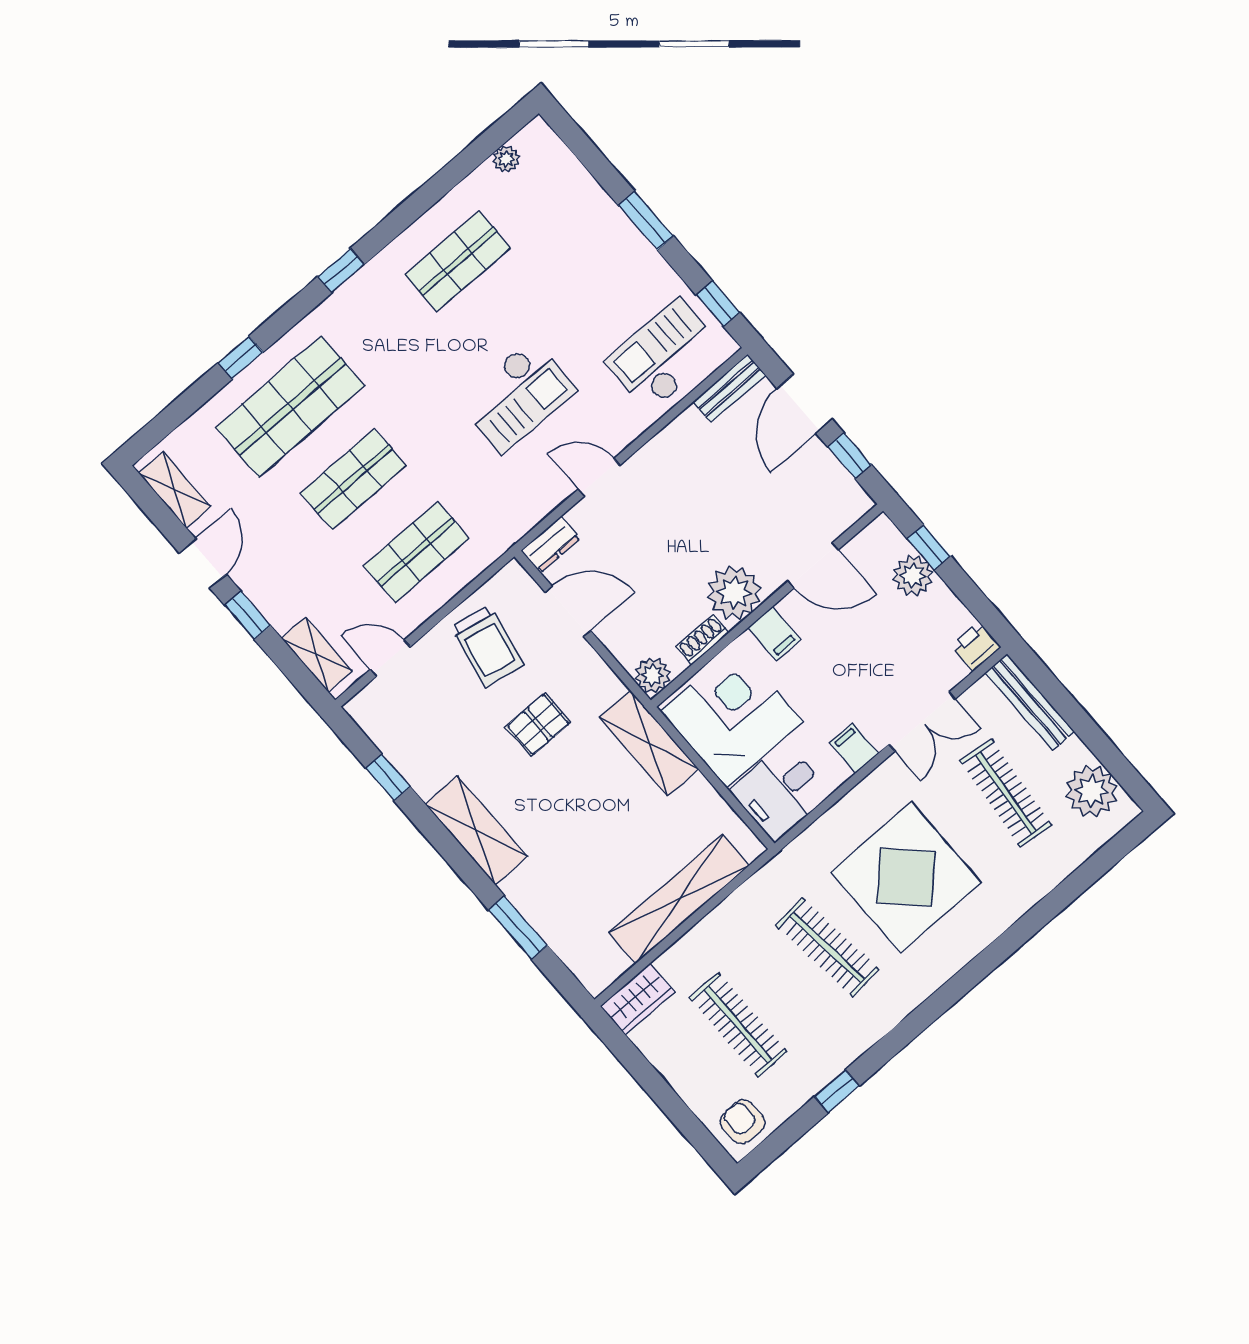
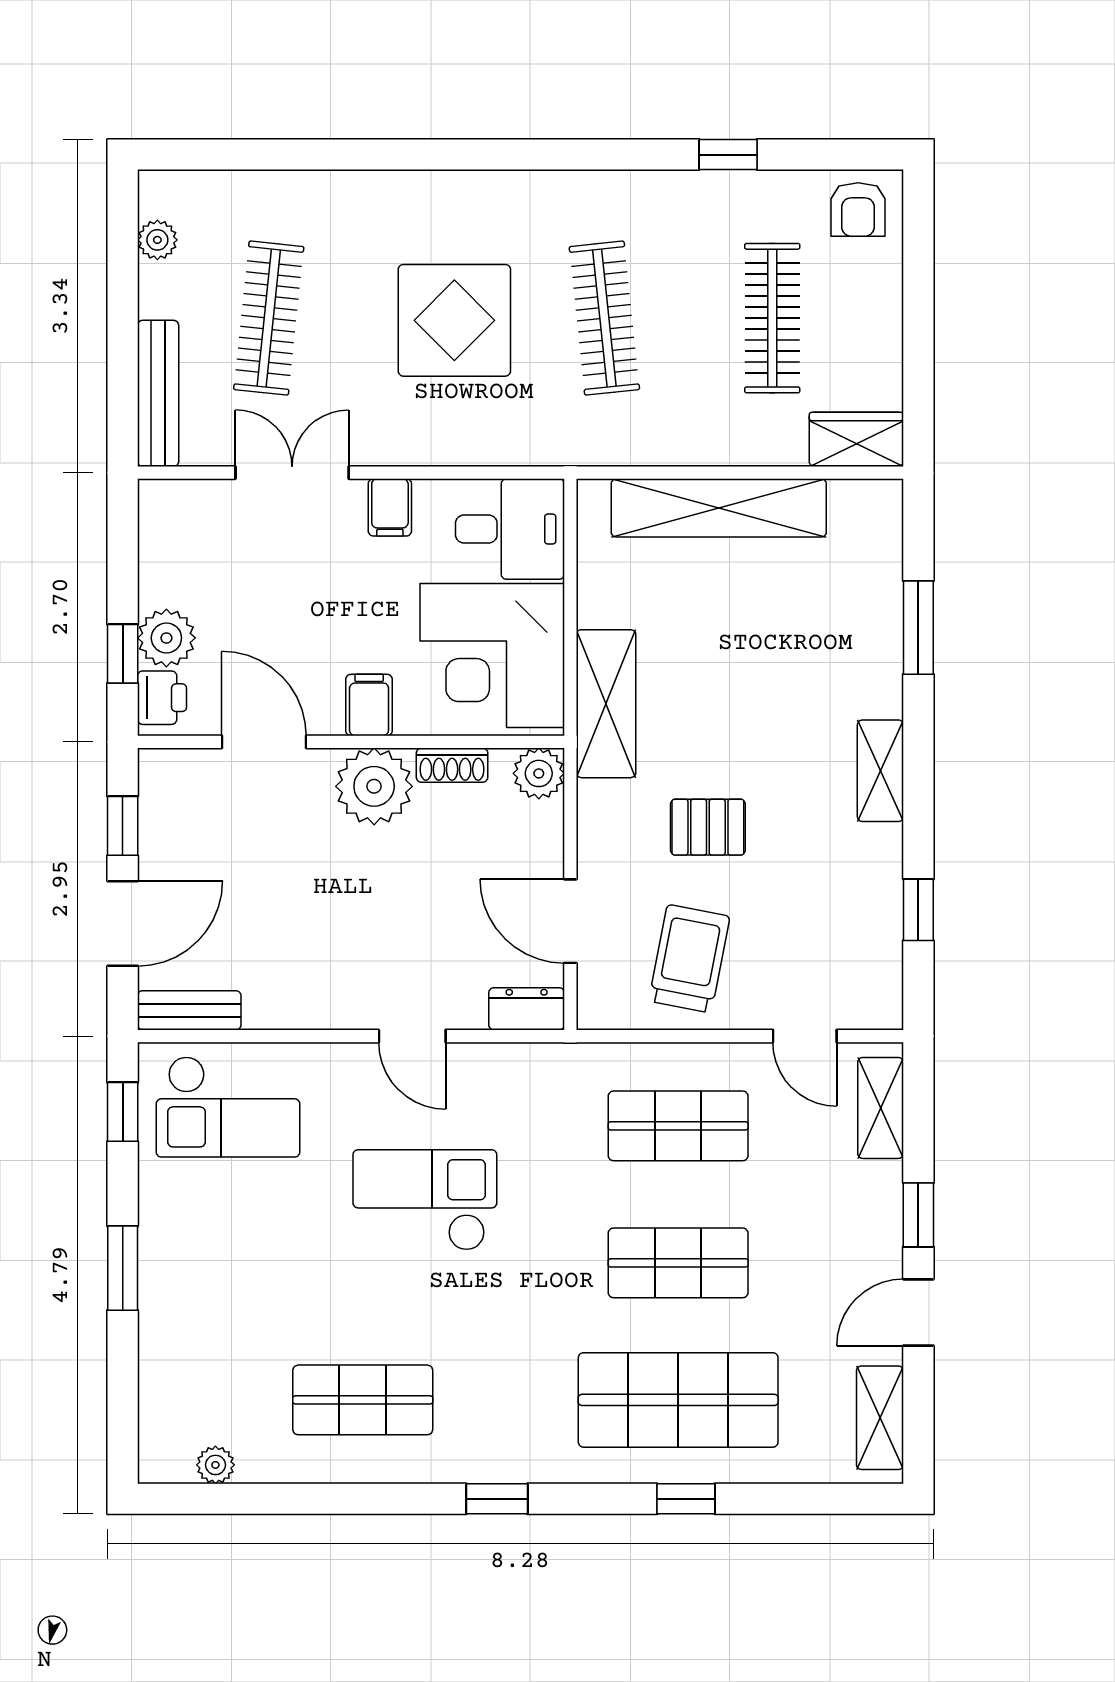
printer: (976, 647) -> (162, 698), moved, turned -90
plant: (1092, 791) -> (157, 240), width x0.53, depth x0.53
shelving: (476, 830) -> (880, 771), width x0.67, depth x0.75
display table: (906, 877) -> (454, 320), width x0.73, depth x0.73

